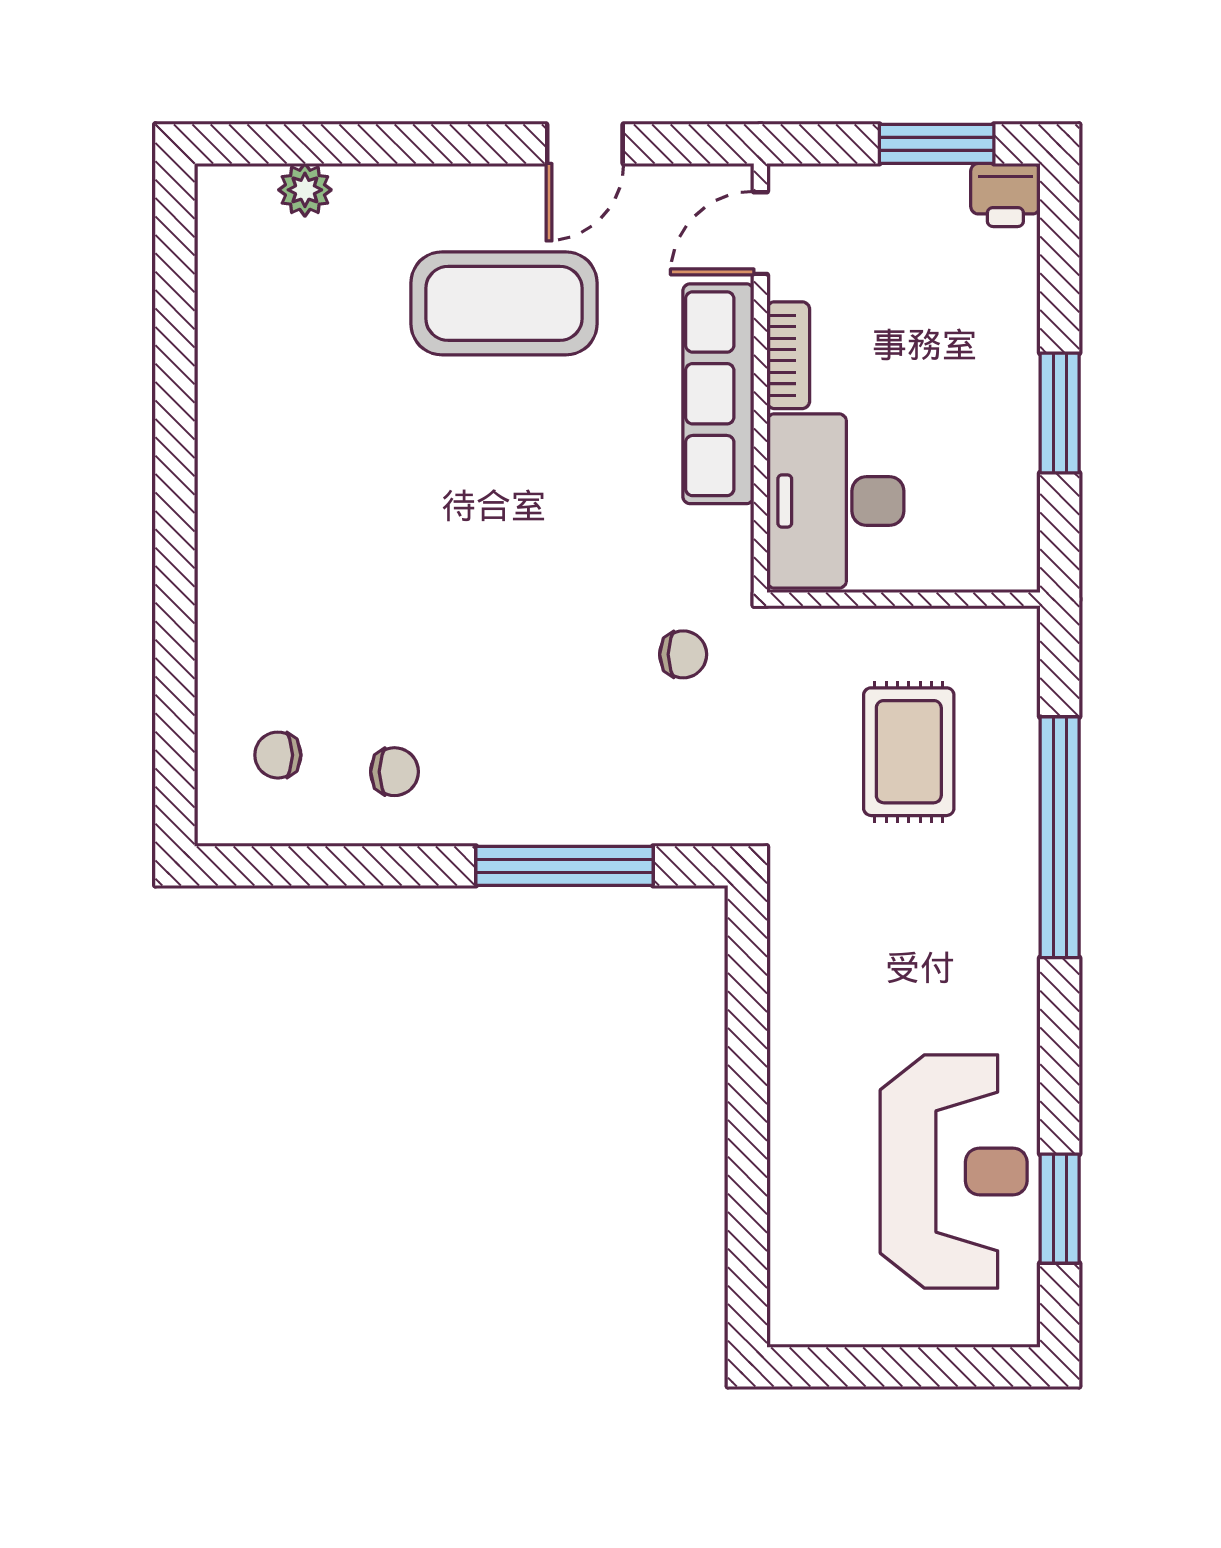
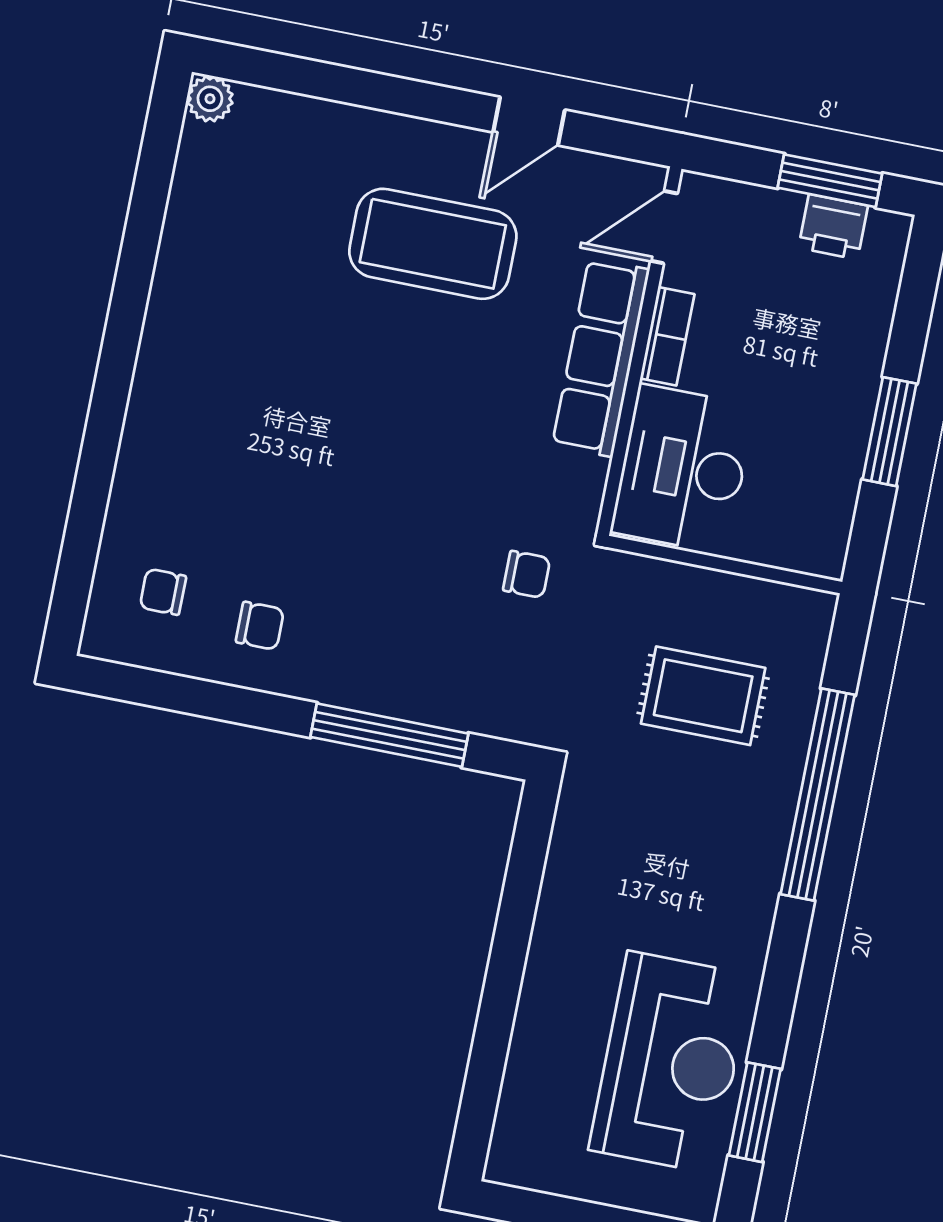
plant: (305, 190) -> (210, 99), moved
printer: (1005, 195) -> (833, 227), moved
rug: (909, 752) -> (703, 696), turned 90

